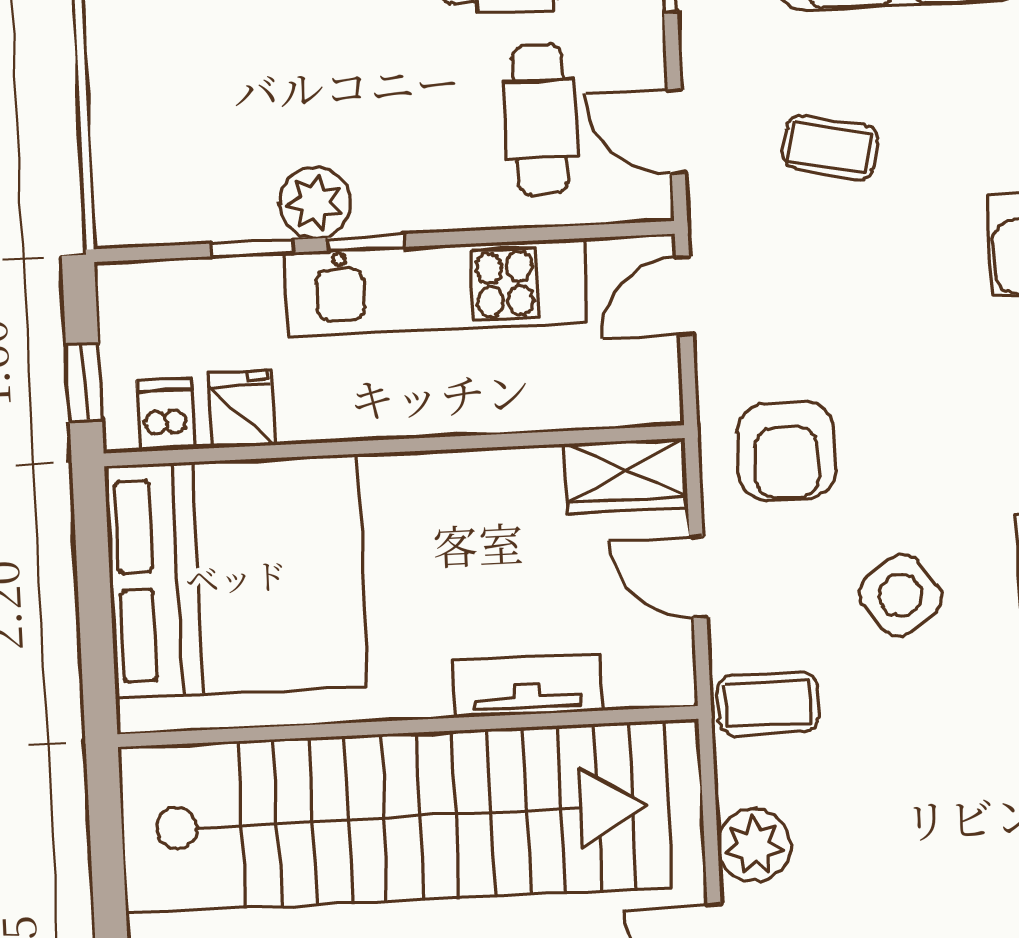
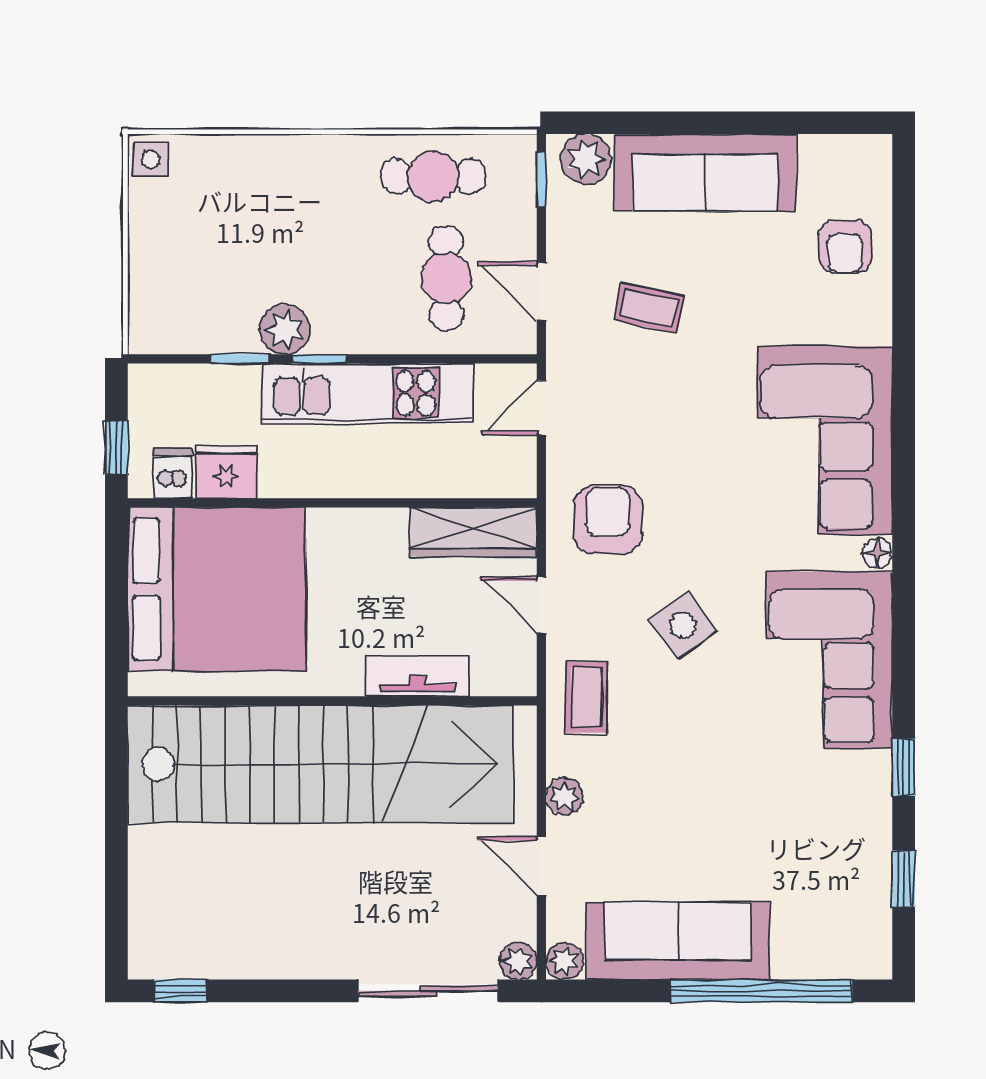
fridge: (242, 409) -> (226, 472), width x1.38
armchair: (786, 451) -> (608, 520), turned 180
wardrobe: (626, 476) -> (473, 532), width x1.50
coffee table: (768, 704) -> (586, 697), turned 90
plant: (754, 845) -> (565, 796), width x0.73, depth x0.73

